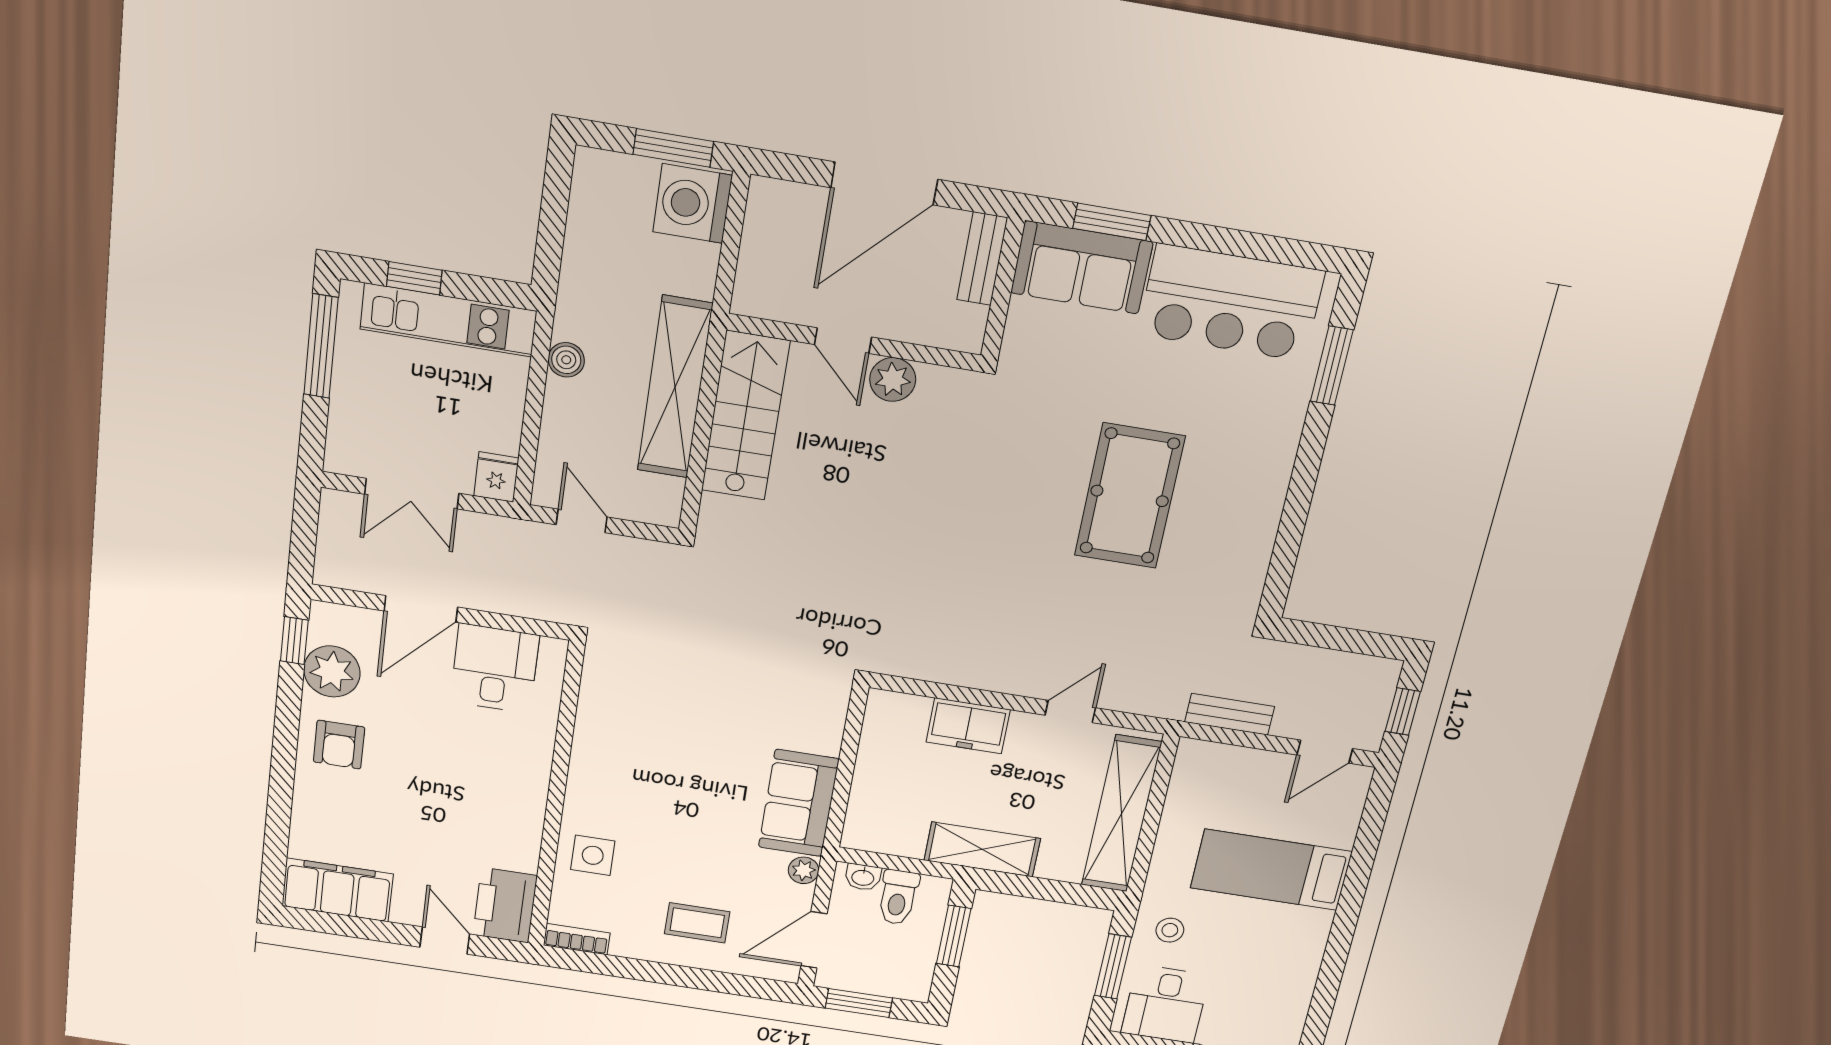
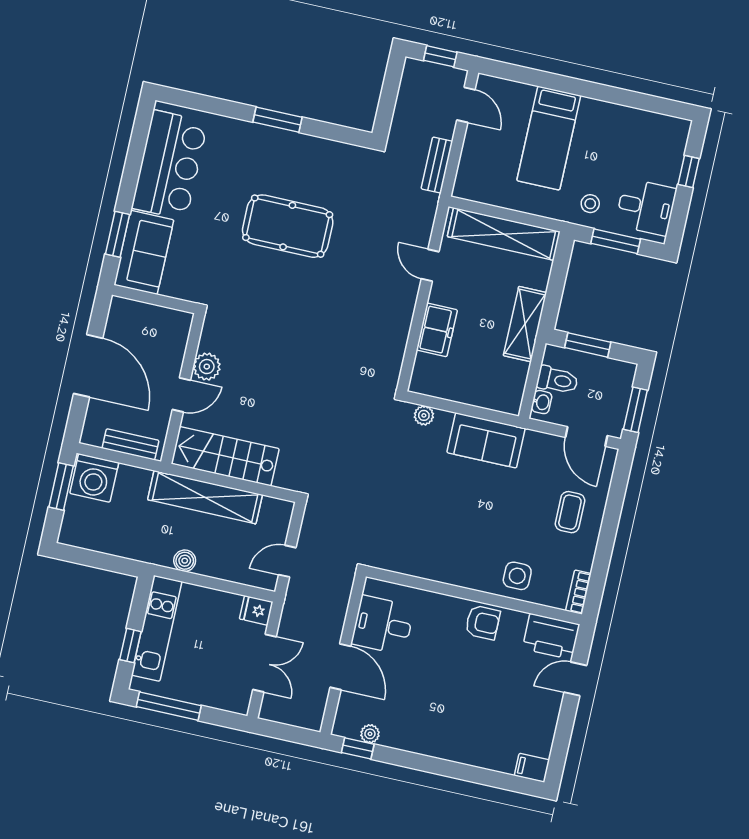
bench: (982, 259) -> (130, 444), moved
window: (1332, 366) -> (278, 120), moved
plant: (332, 671) -> (370, 734), width x0.53, depth x0.53
armchair: (339, 745) -> (483, 622), moved
plant: (804, 870) -> (424, 415), moved
filing cabinet: (337, 890) -> (532, 768), width x0.33, depth x0.86

